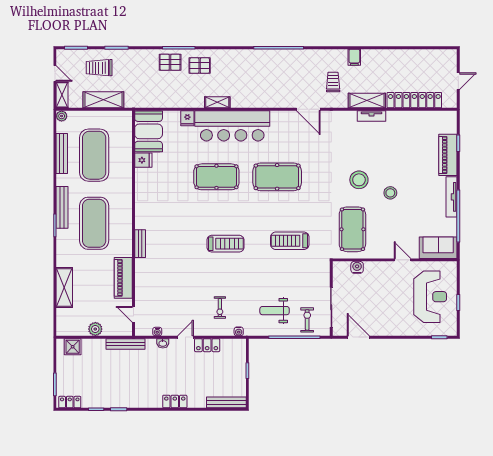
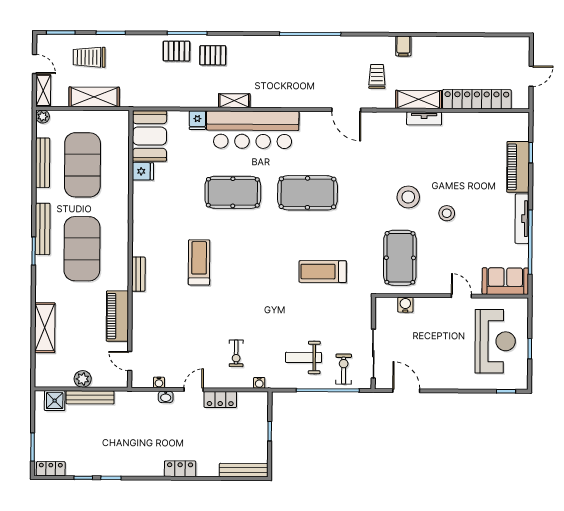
treadmill: (225, 244) -> (199, 262), moved, turned -90
bench: (125, 344) -> (90, 397), moved

